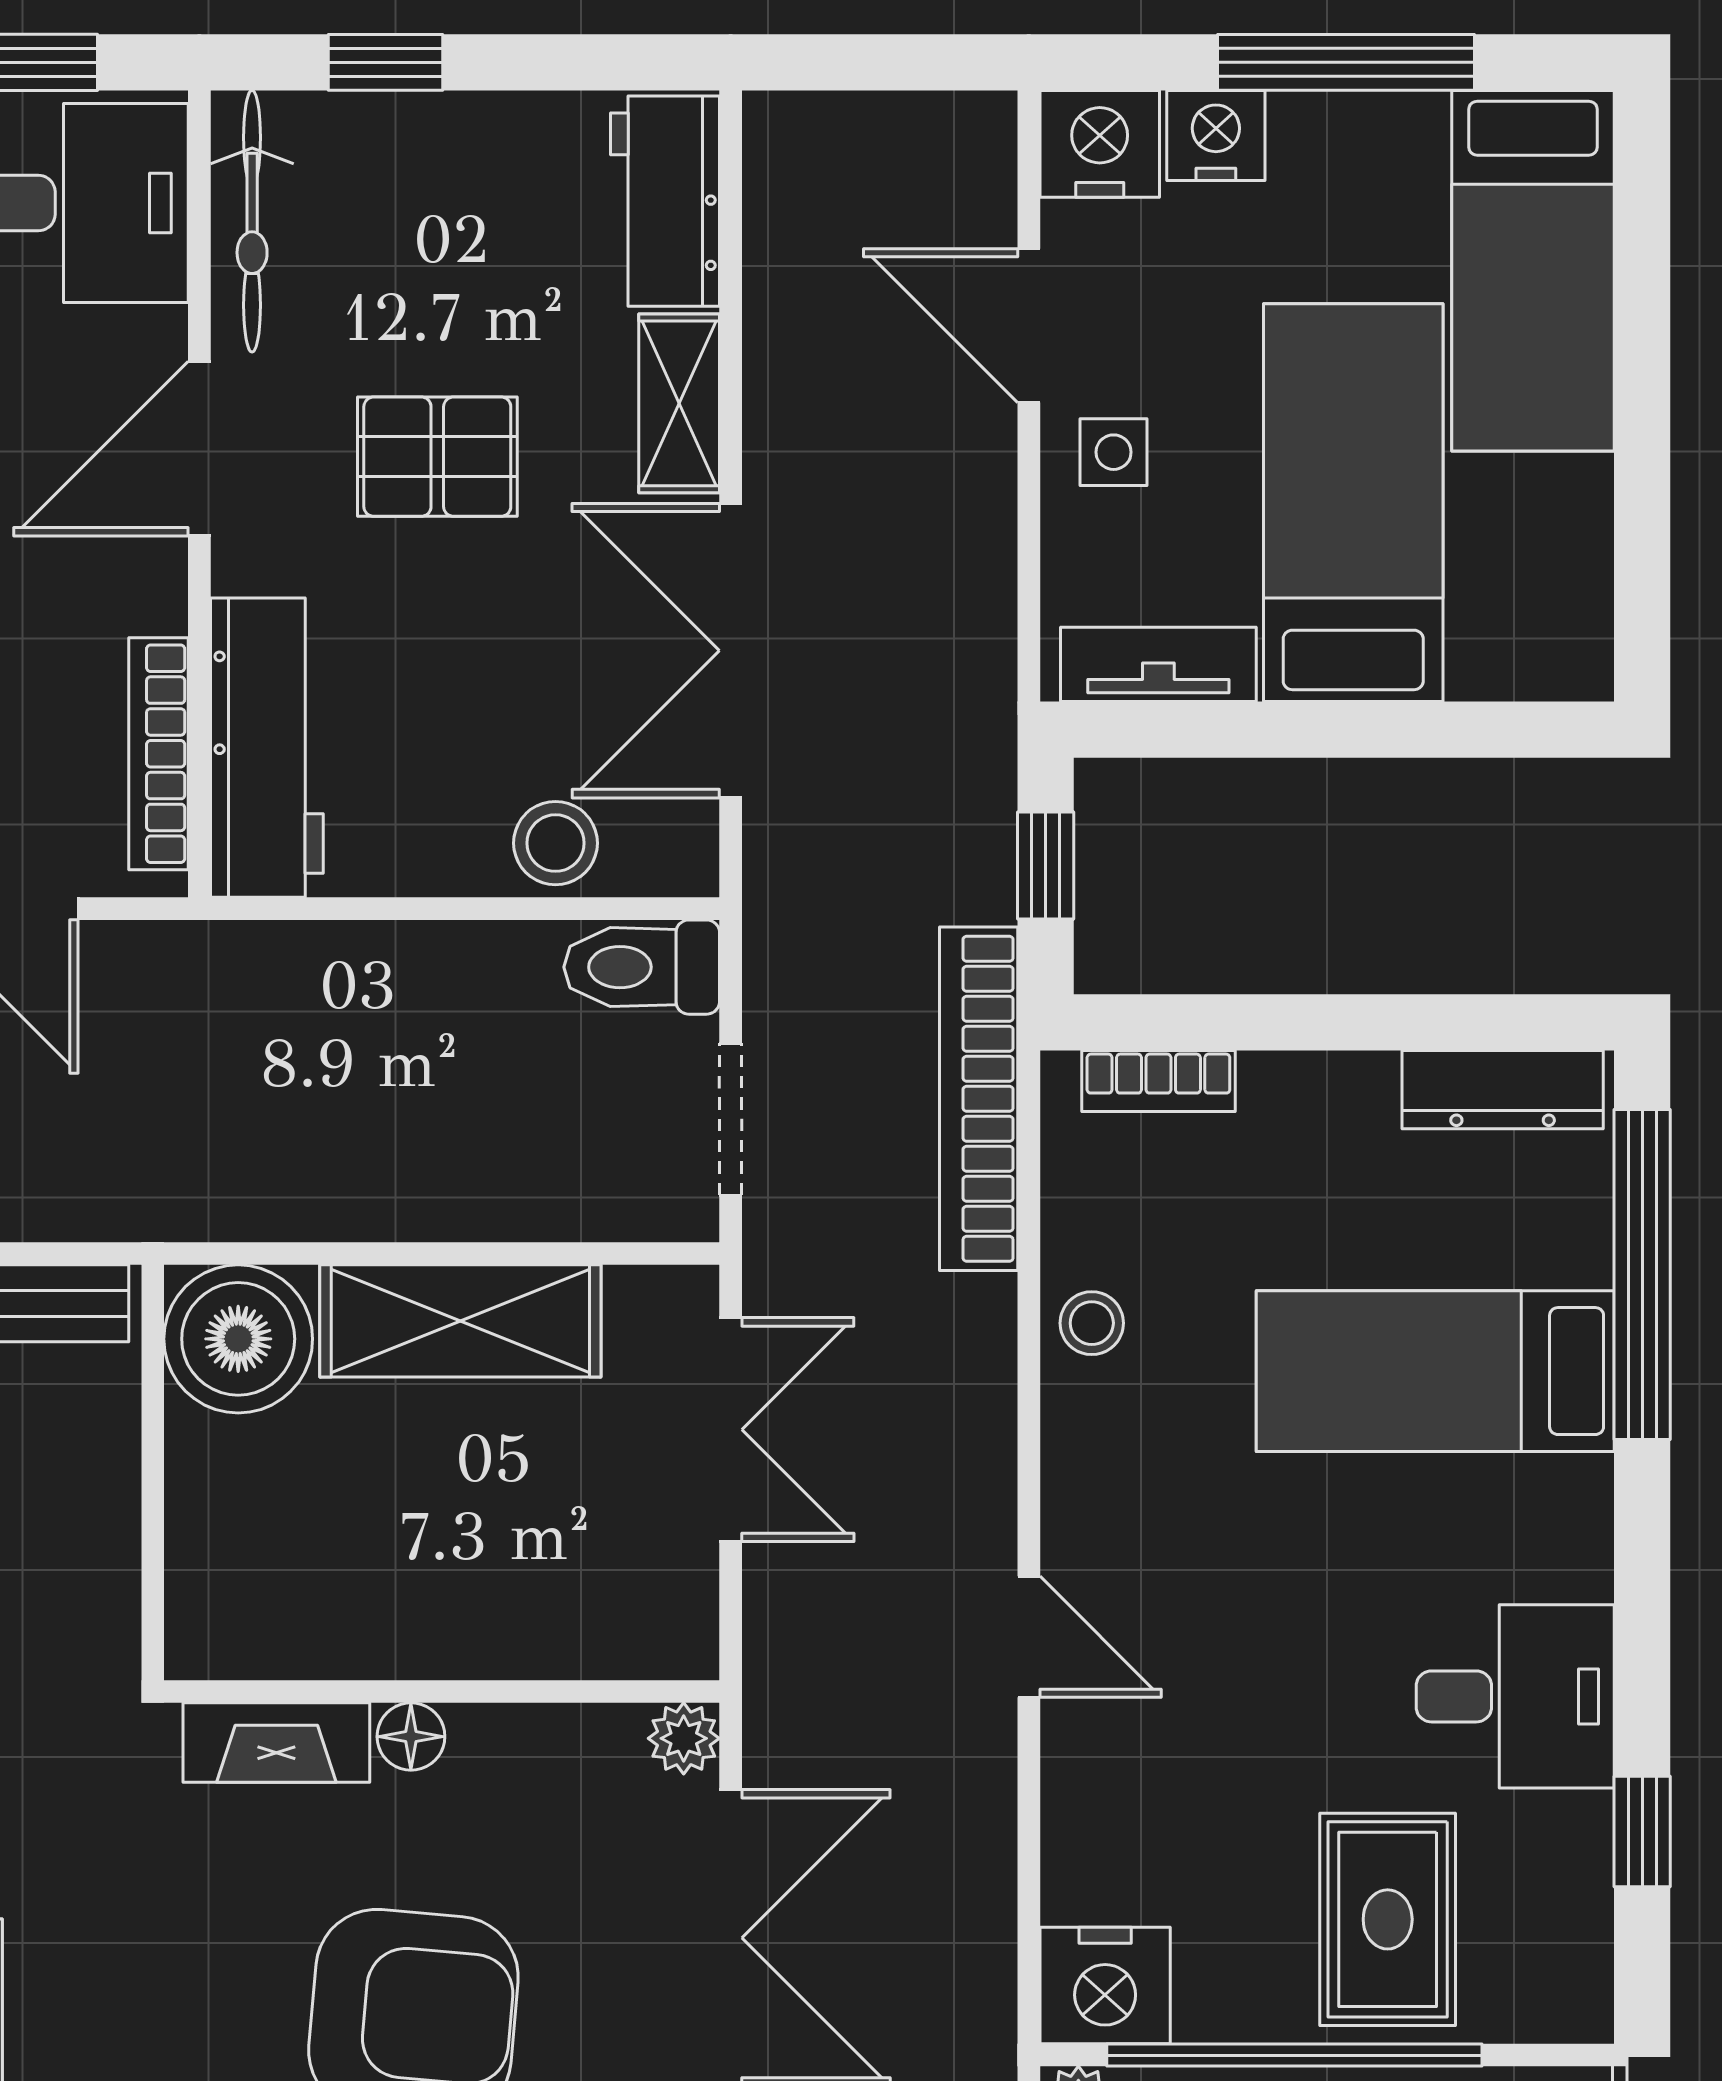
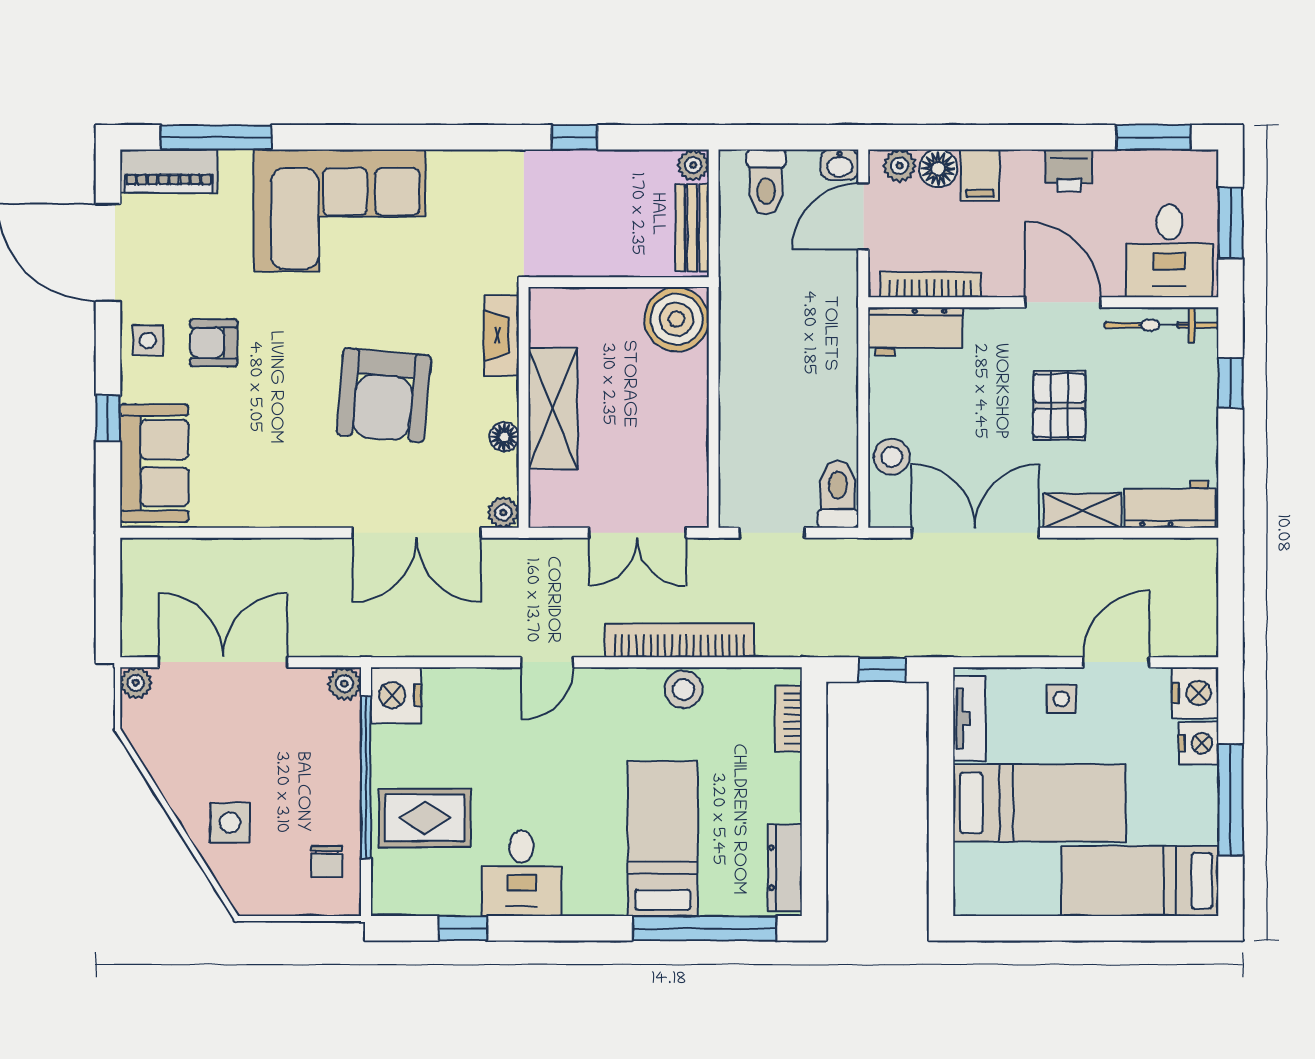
workbench: (267, 748) -> (915, 332), width x0.73
bookcase: (979, 1099) -> (679, 640), moved
shelving: (460, 1321) -> (553, 409), moved
stool: (1092, 1323) -> (683, 689), width x1.37, depth x1.37
floor lamp: (411, 1737) -> (504, 437), moved

